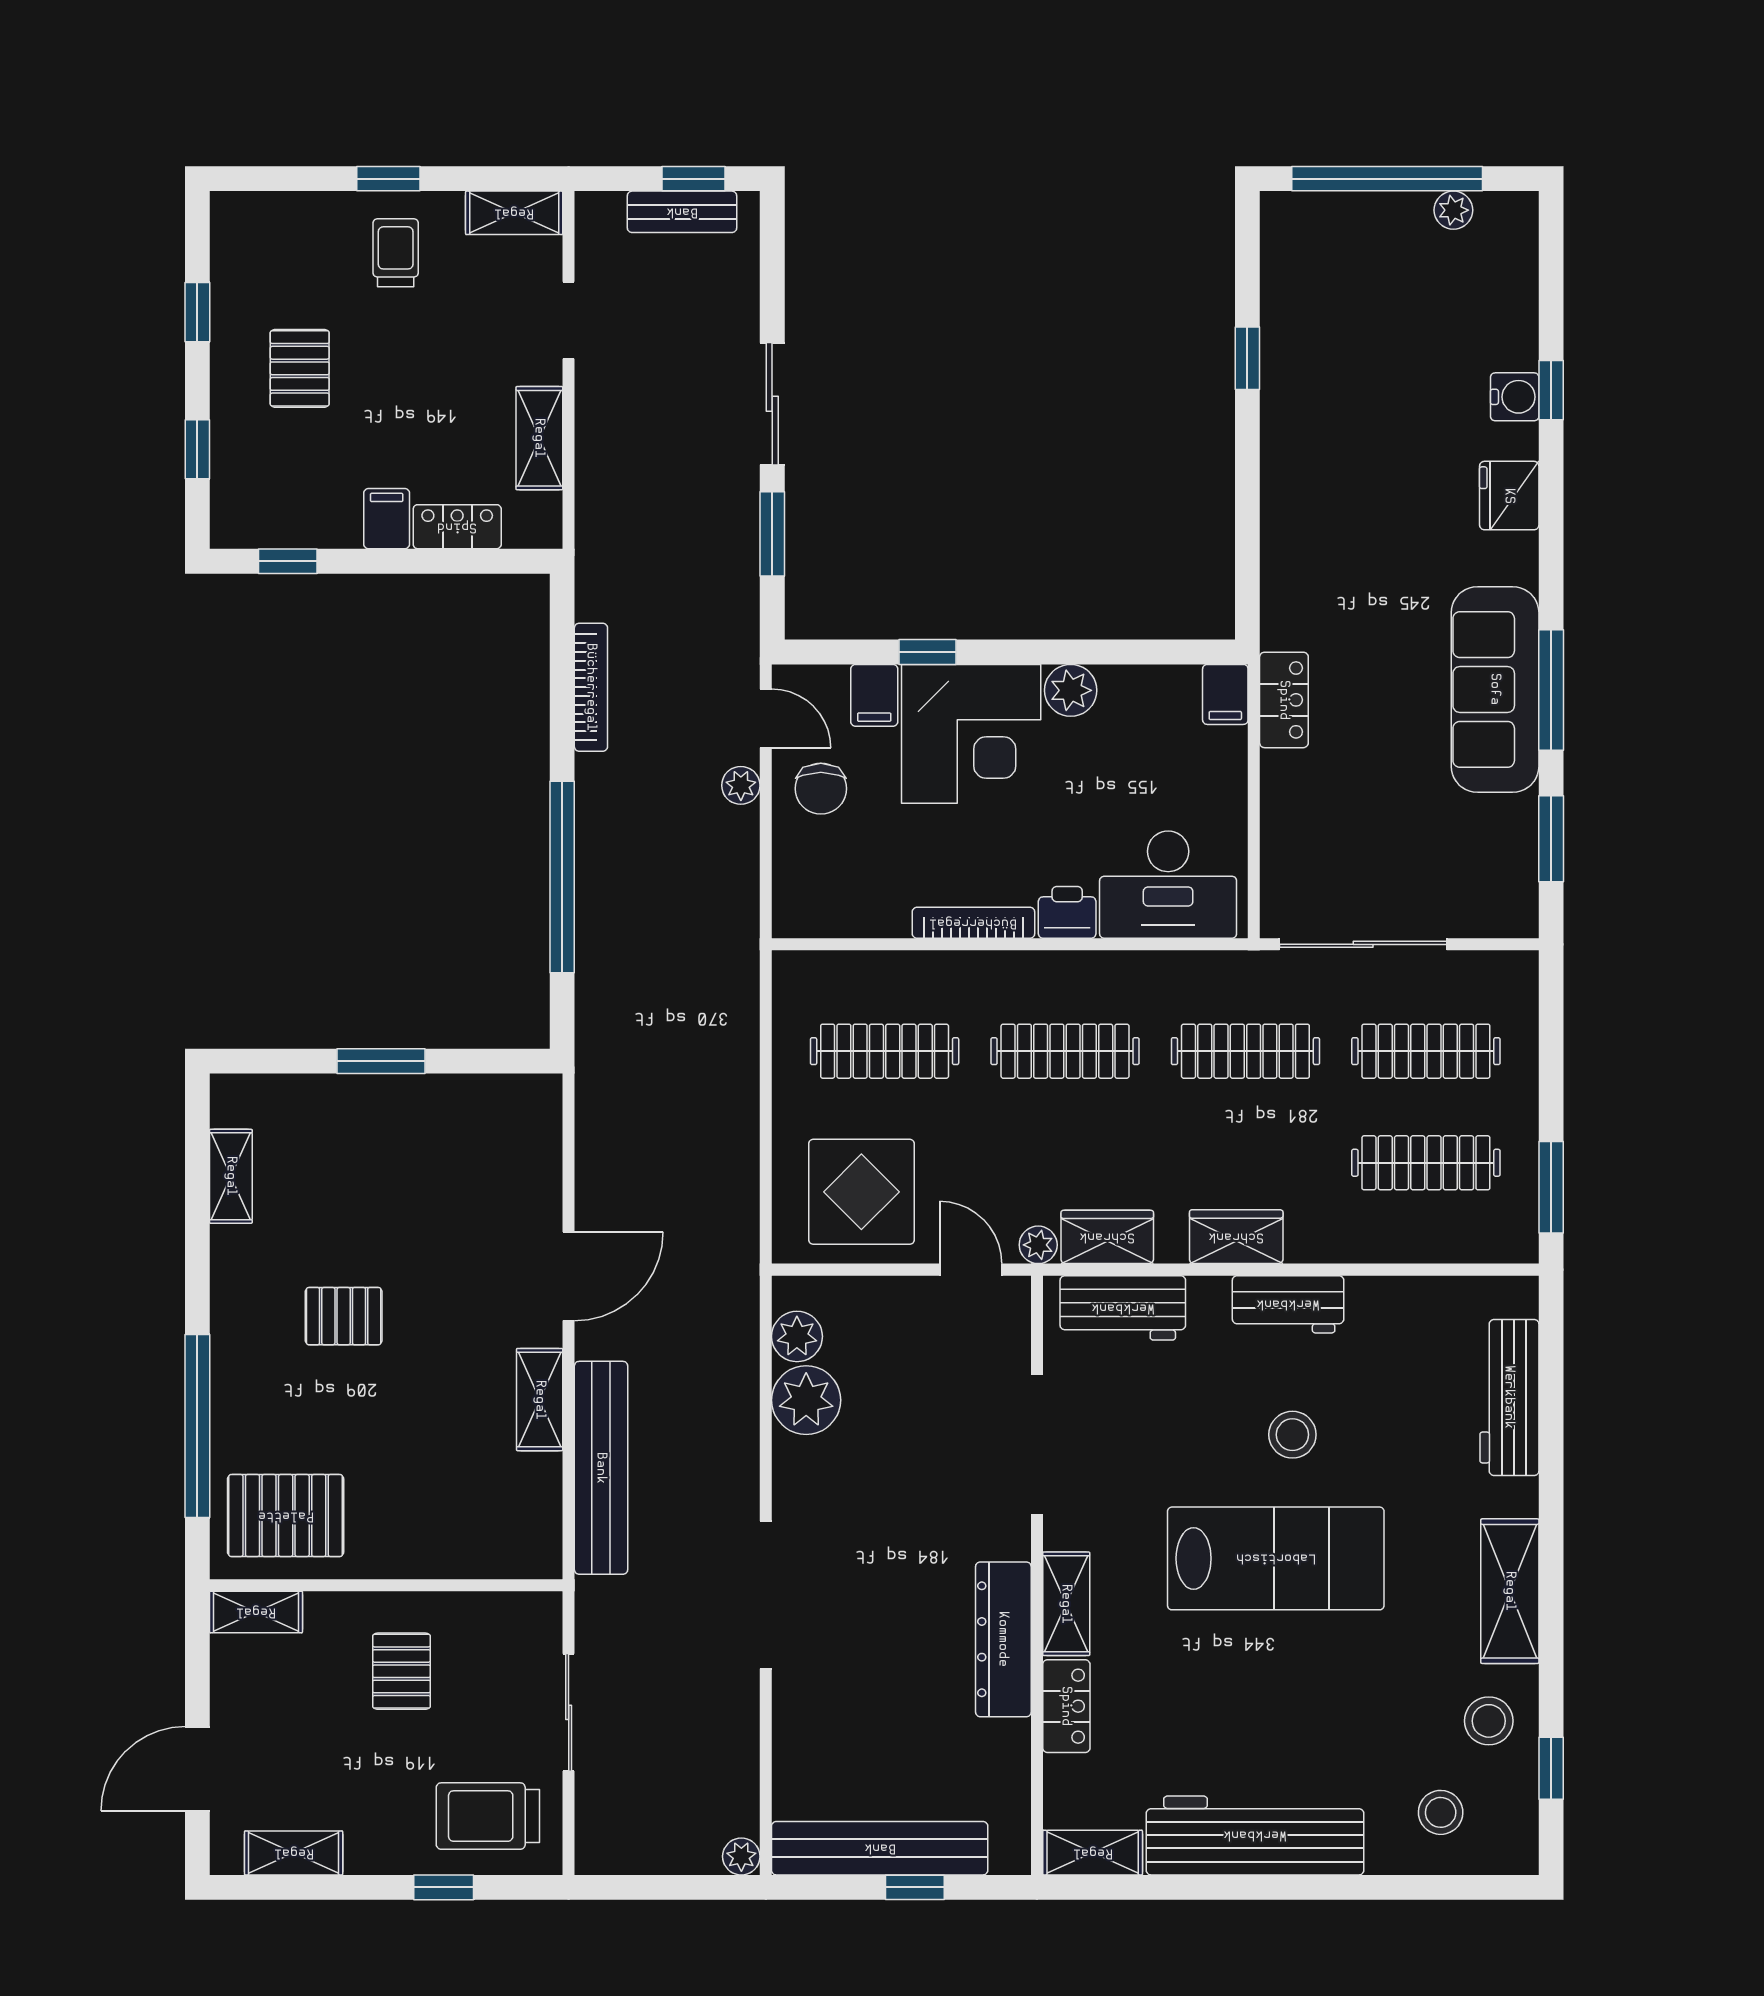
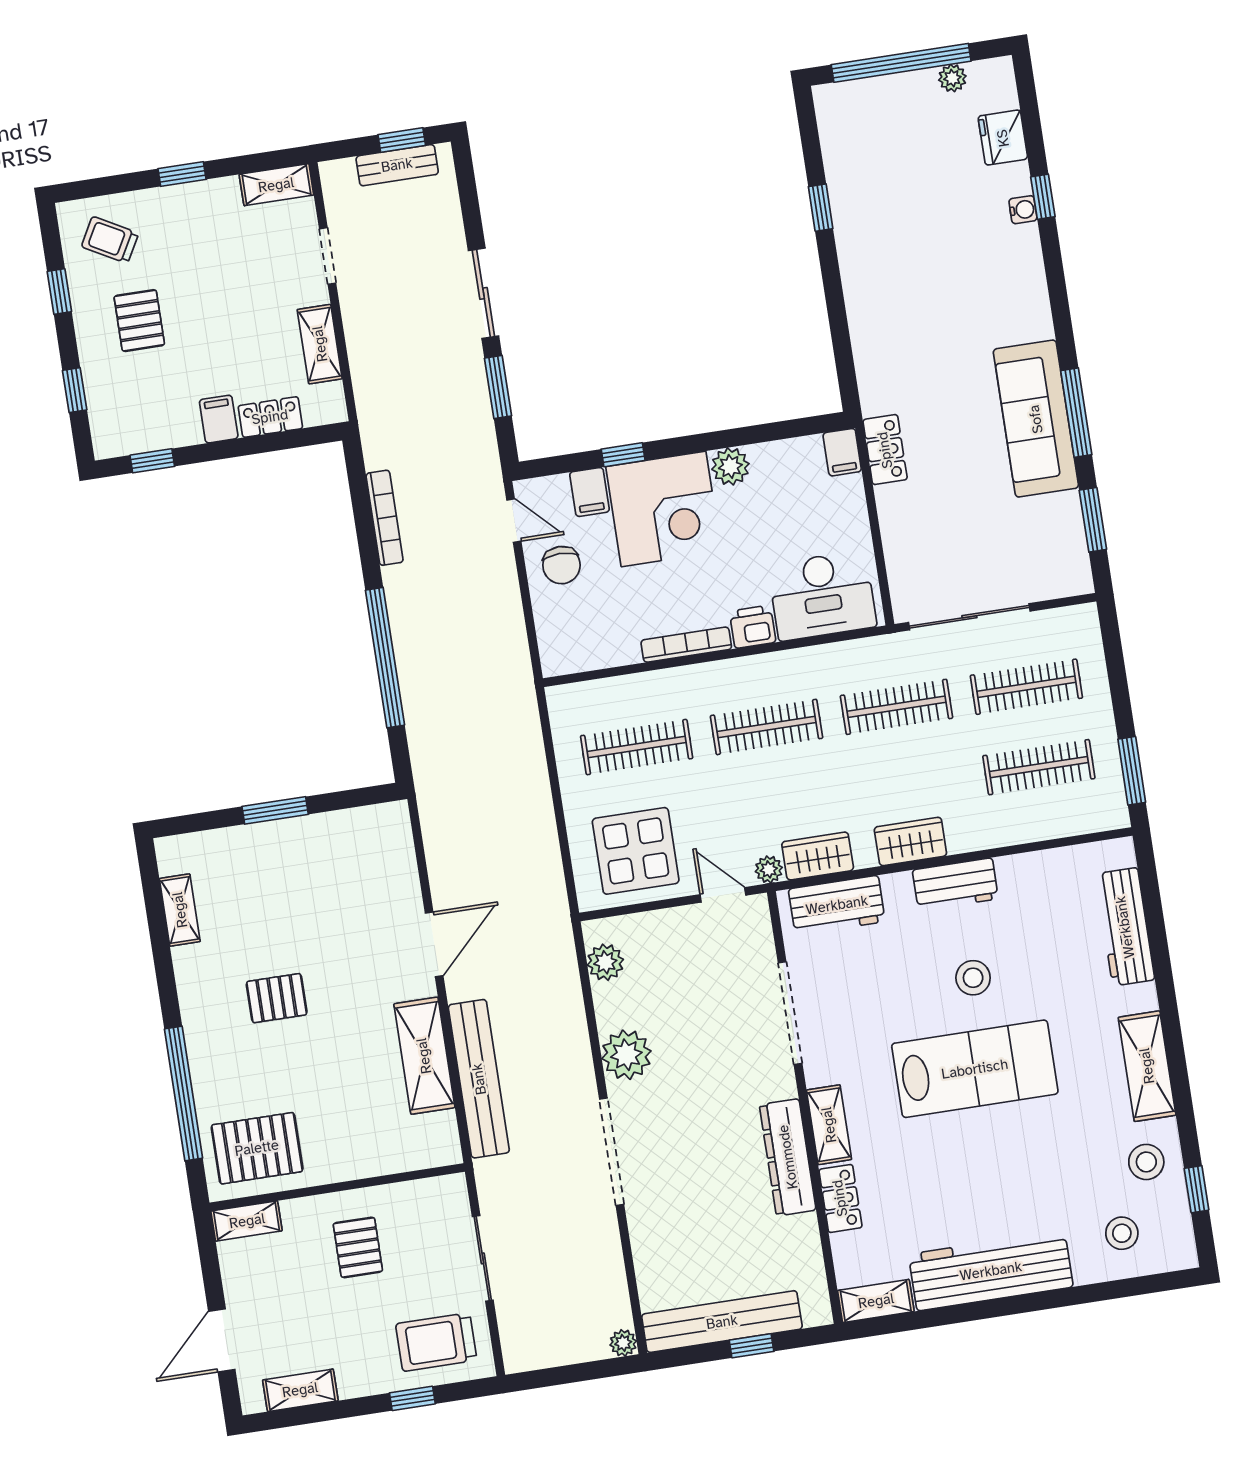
trolley: (396, 253) -> (110, 240), moved, turned -61
water cooler: (1515, 397) -> (1023, 210), width x0.72, depth x0.72
fridge: (1509, 496) -> (1003, 138), moved
plant: (741, 785) -> (503, 572), removed
shelving: (540, 1400) -> (424, 1056), width x1.50, depth x1.33
plant: (806, 1400) -> (626, 1055), moved

